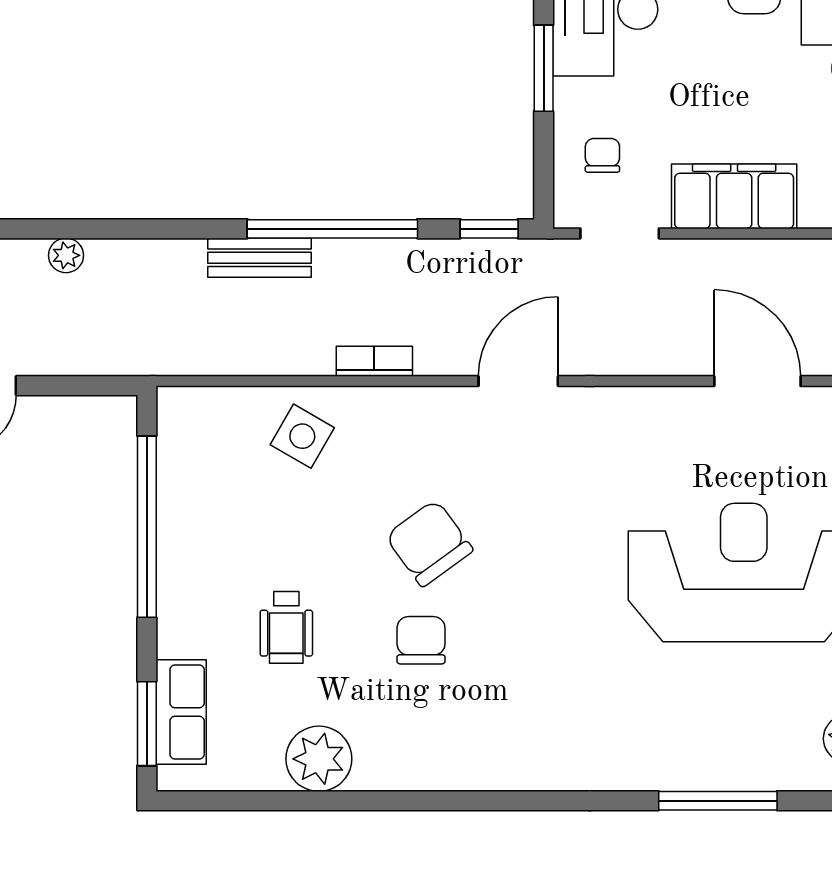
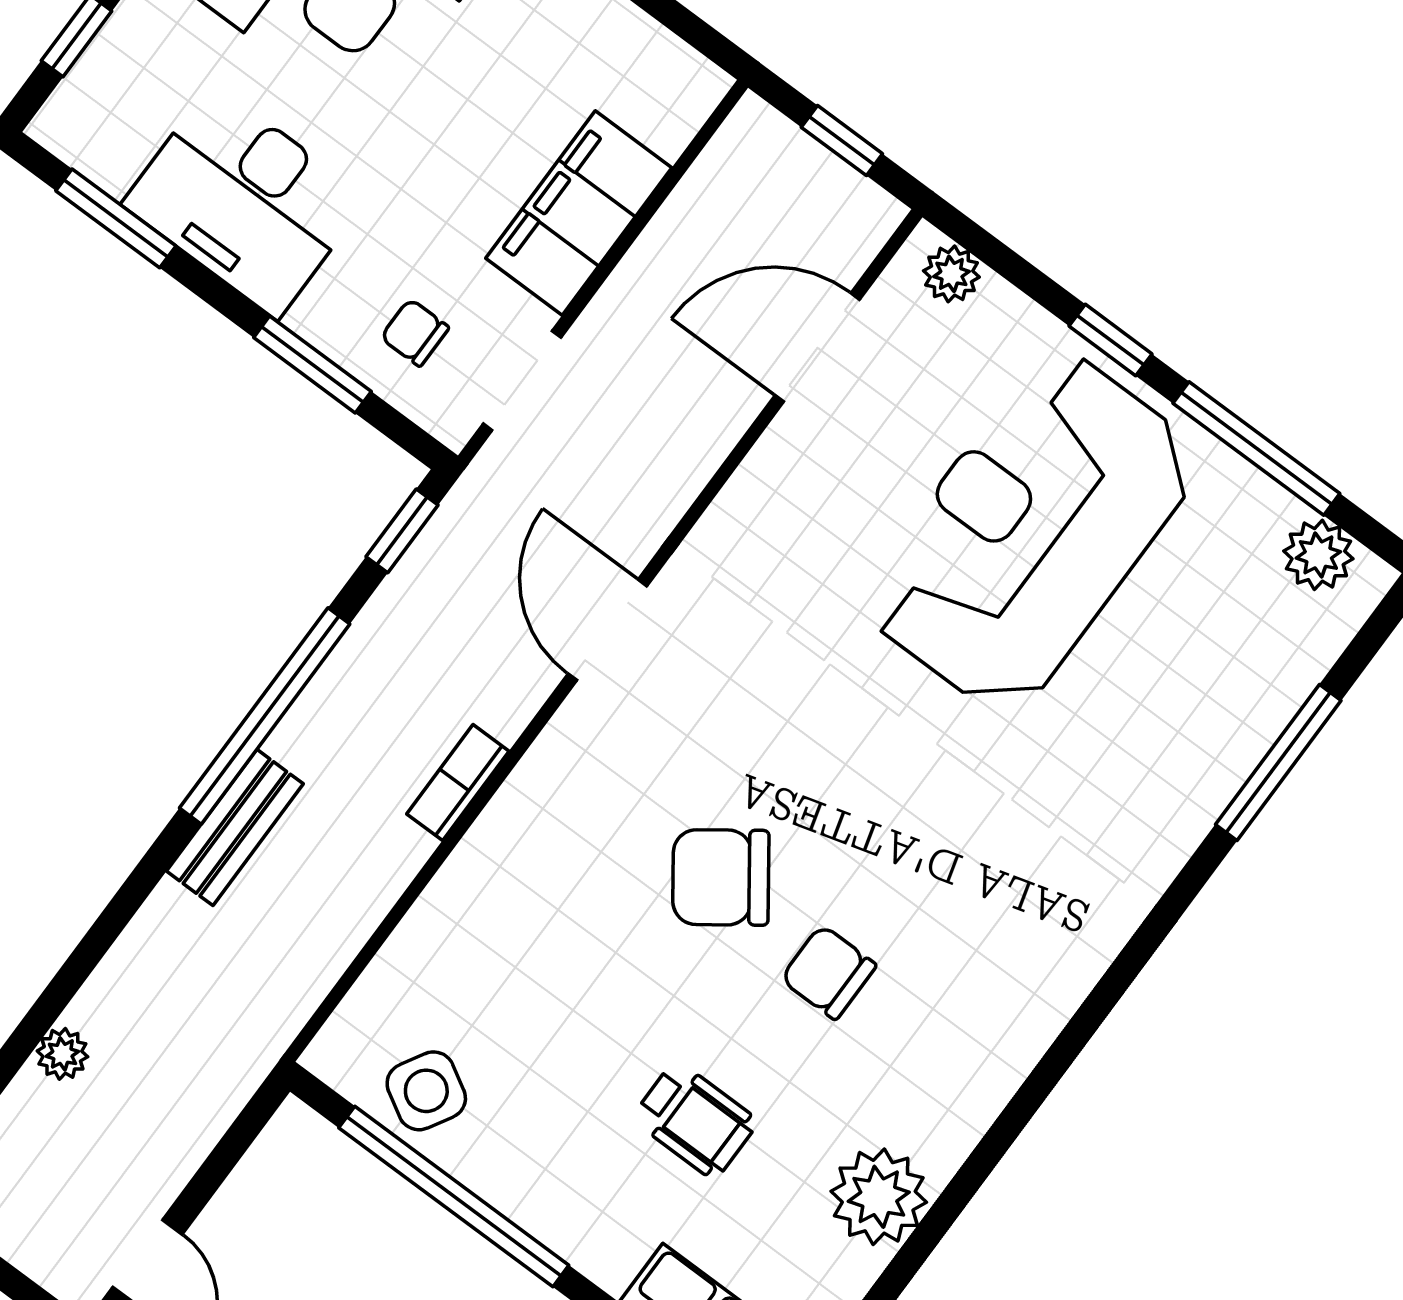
window: (544, 68) -> (312, 364), moved
side table: (302, 436) -> (426, 1091), moved

